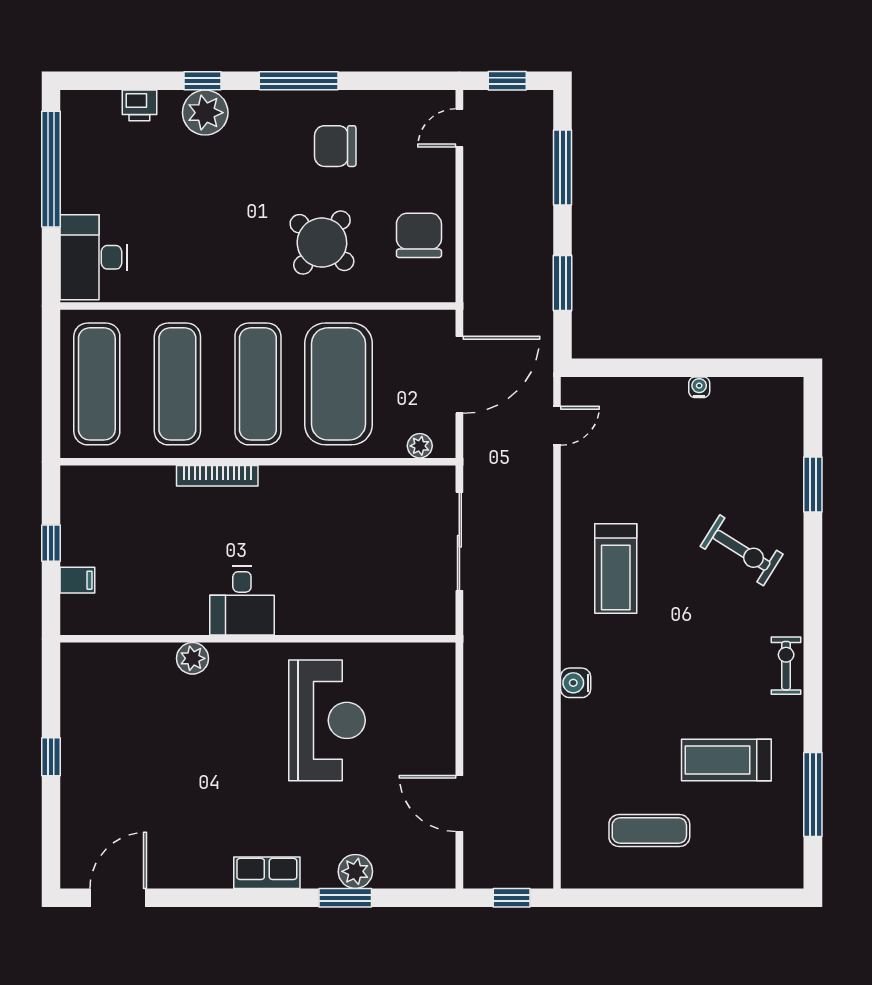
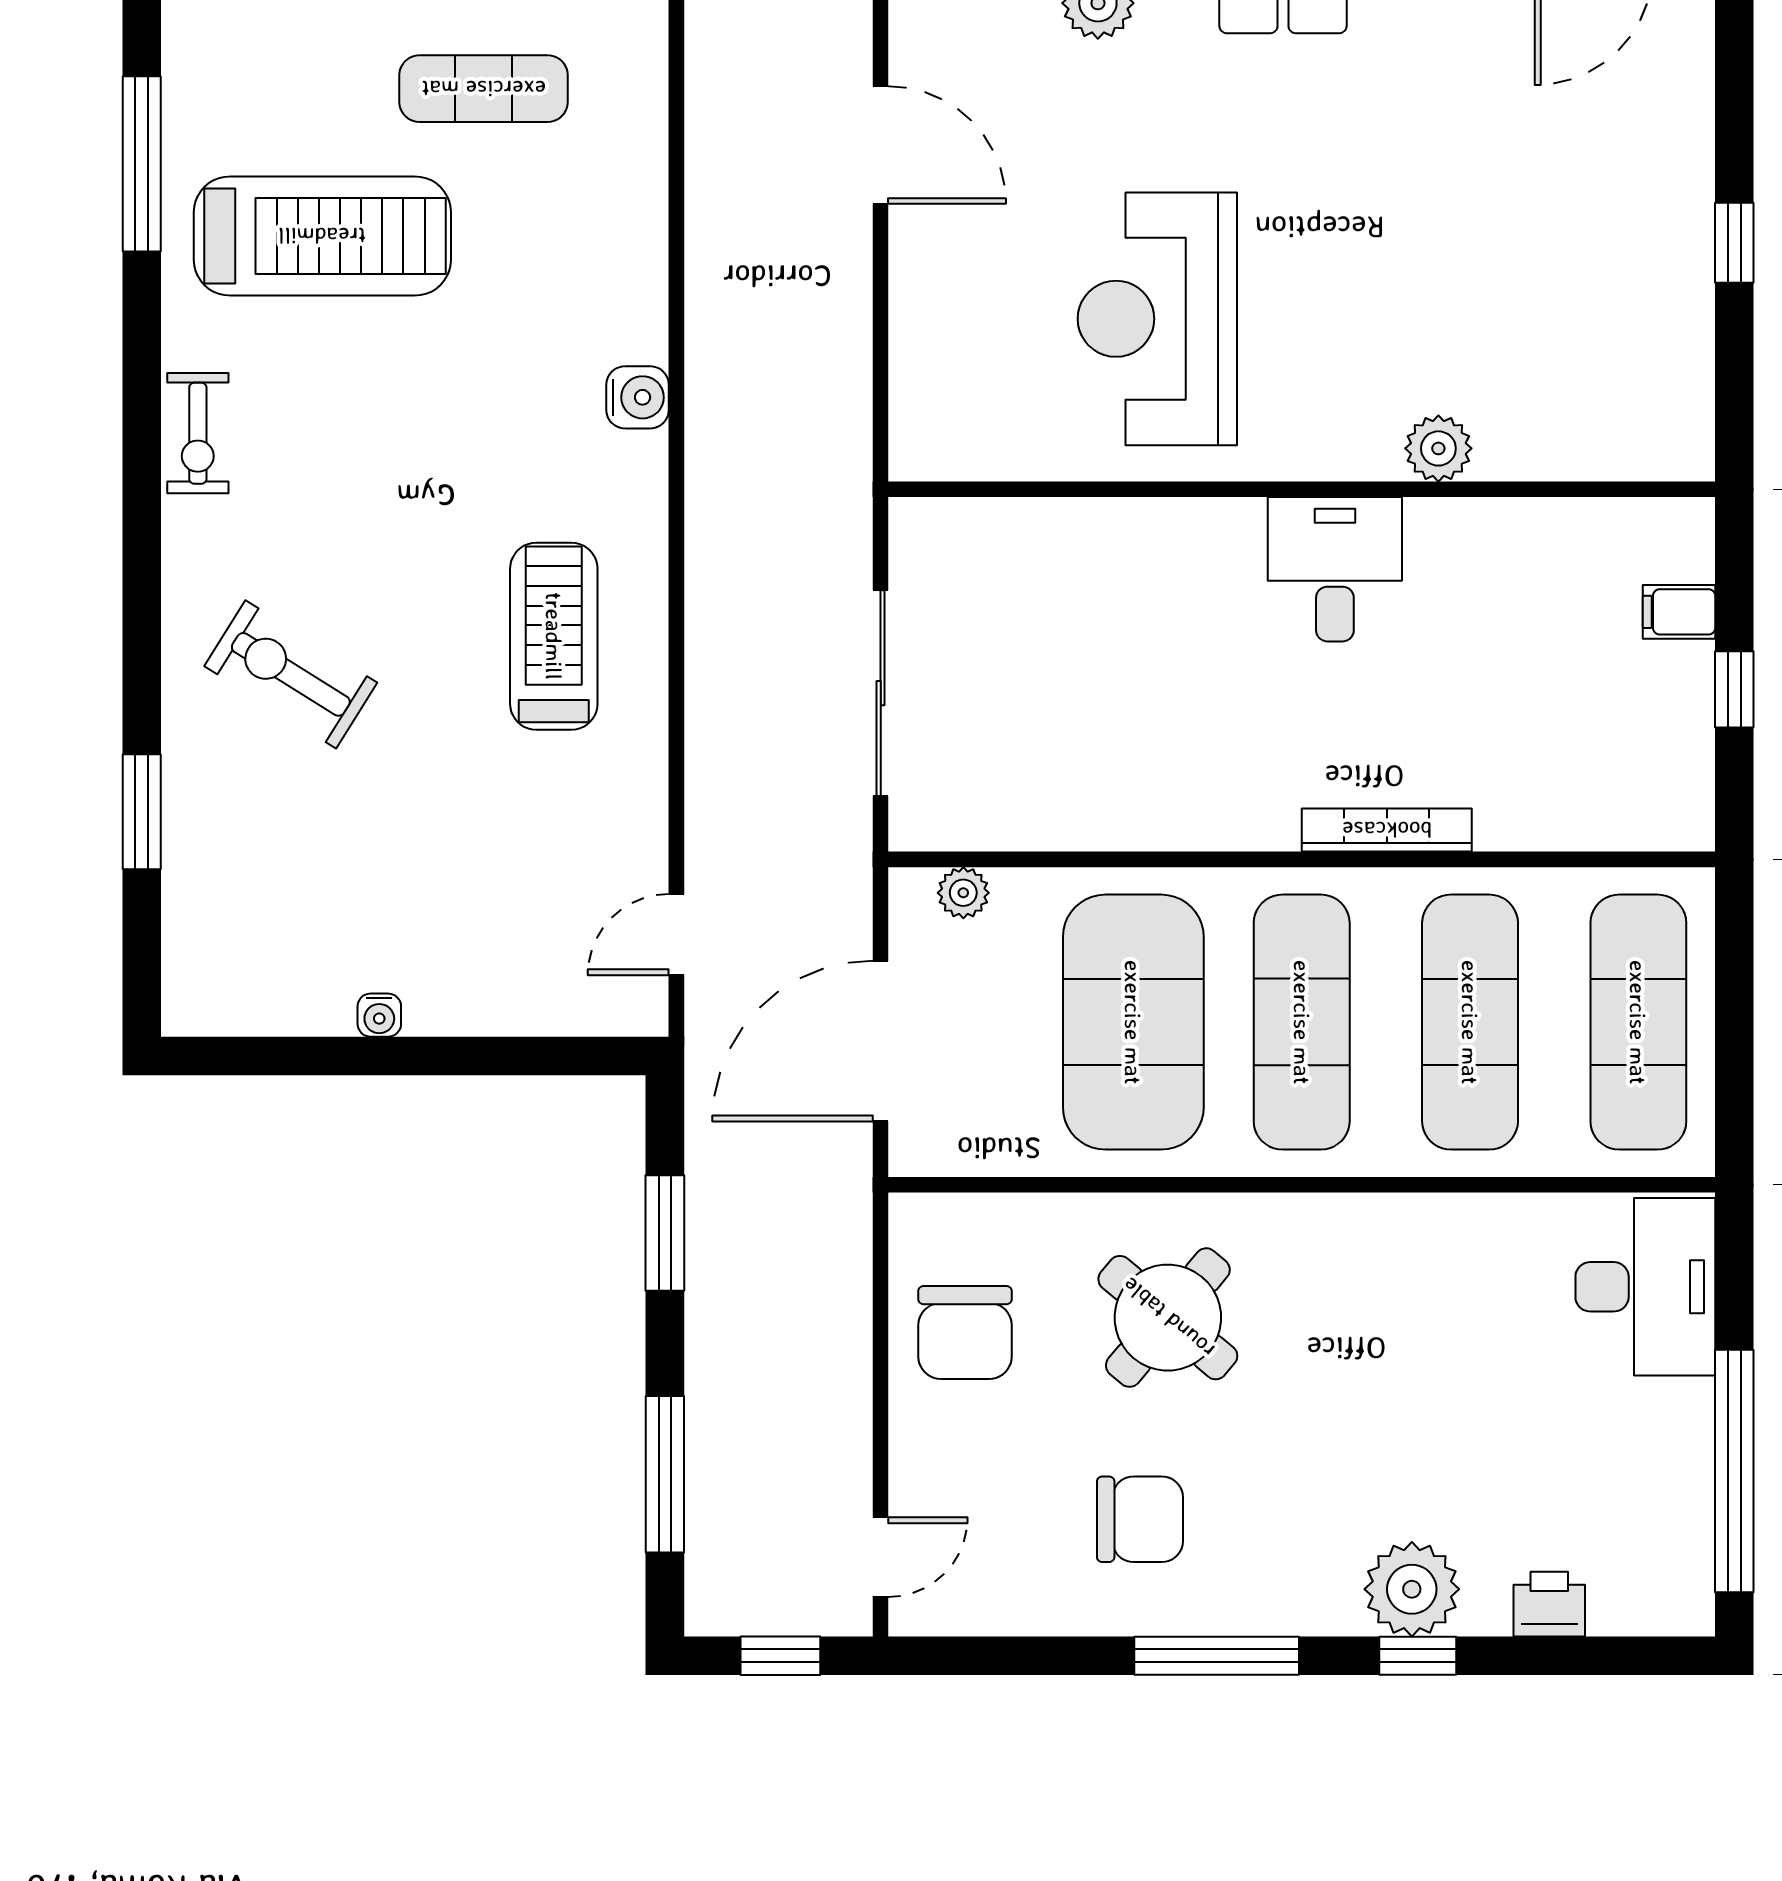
treadmill: (726, 760) -> (322, 236), width x1.37, depth x1.38

